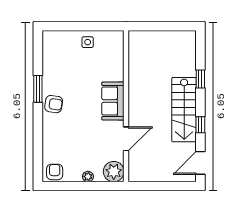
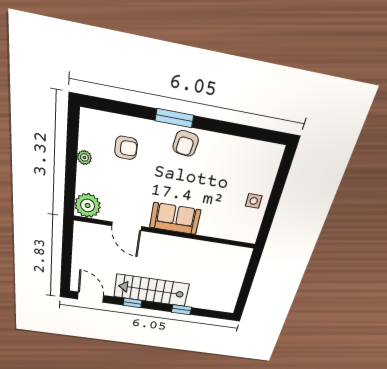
window: (38, 89) -> (174, 118), moved
armchair: (55, 172) -> (126, 148), moved
plant: (88, 176) -> (84, 157), moved

